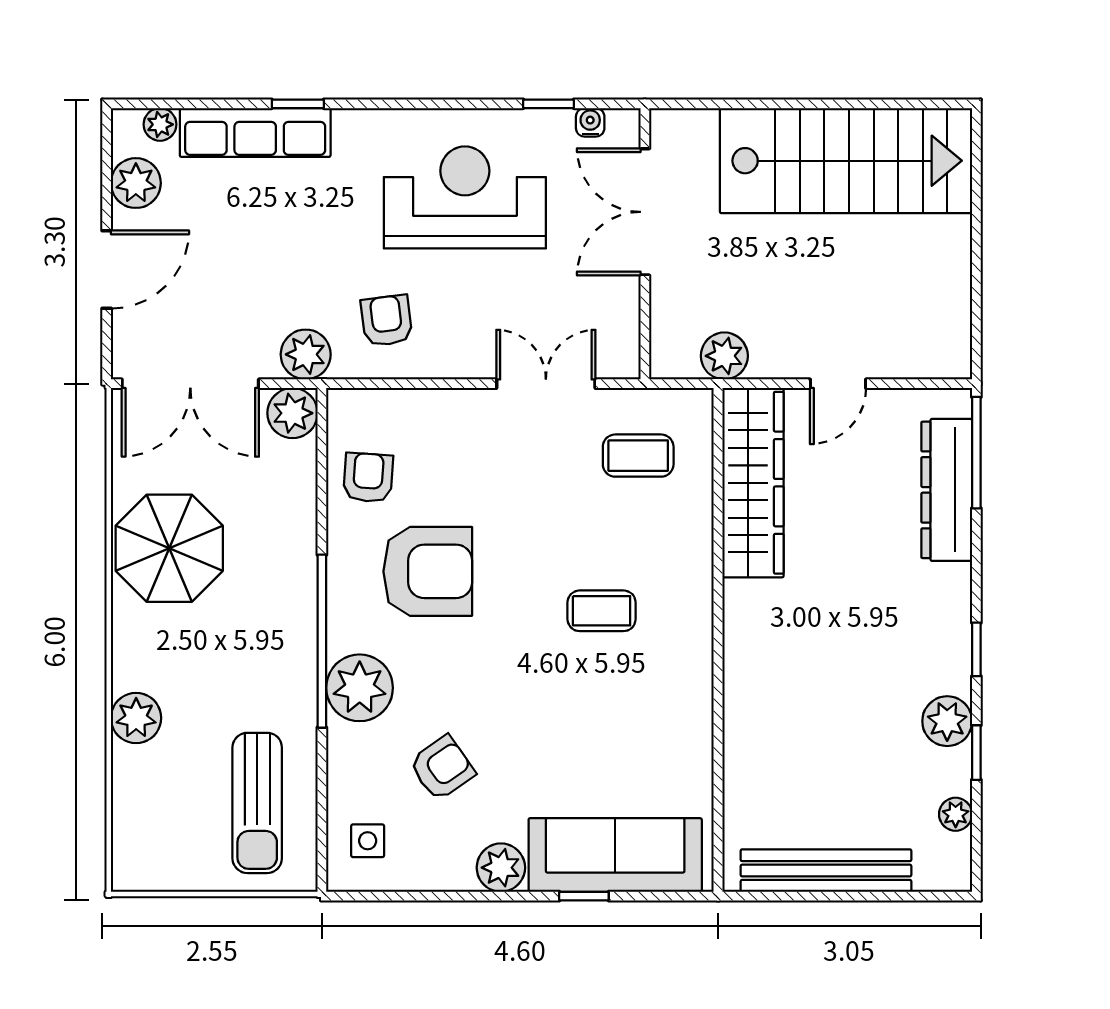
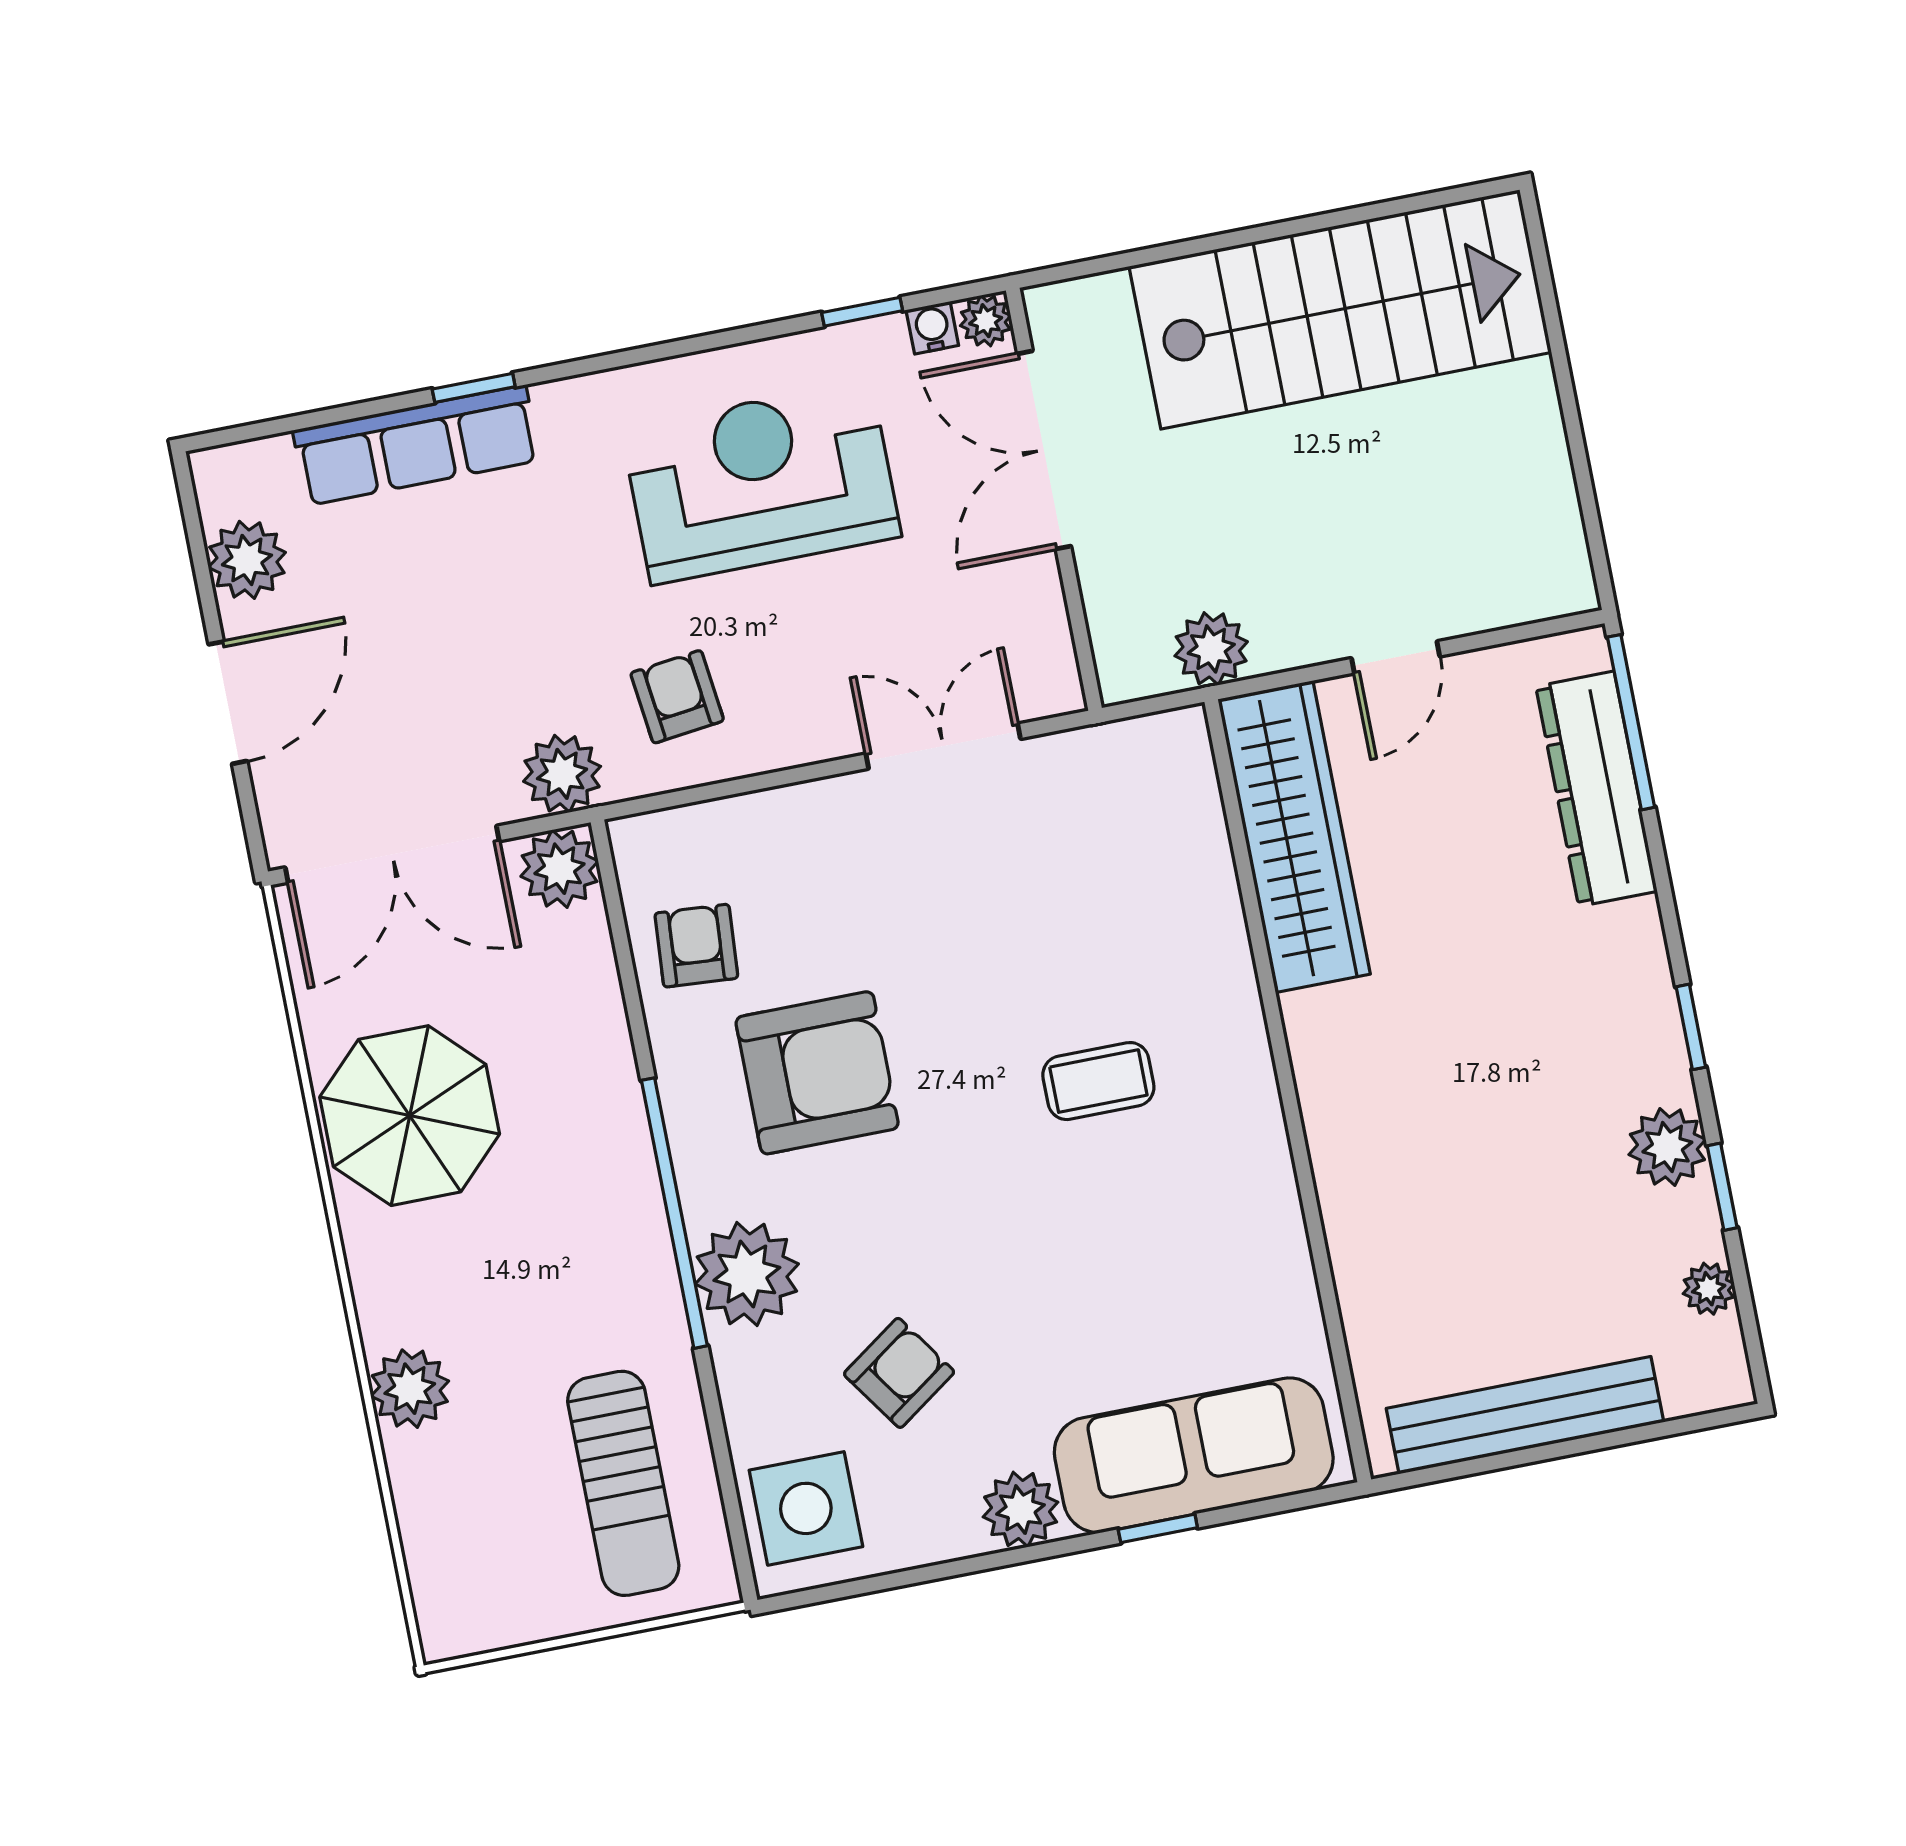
plant: (160, 124) -> (986, 321), moved
coffee table: (638, 456) -> (1108, 829), removed
side table: (368, 841) -> (806, 1508), width x1.87, depth x1.87

